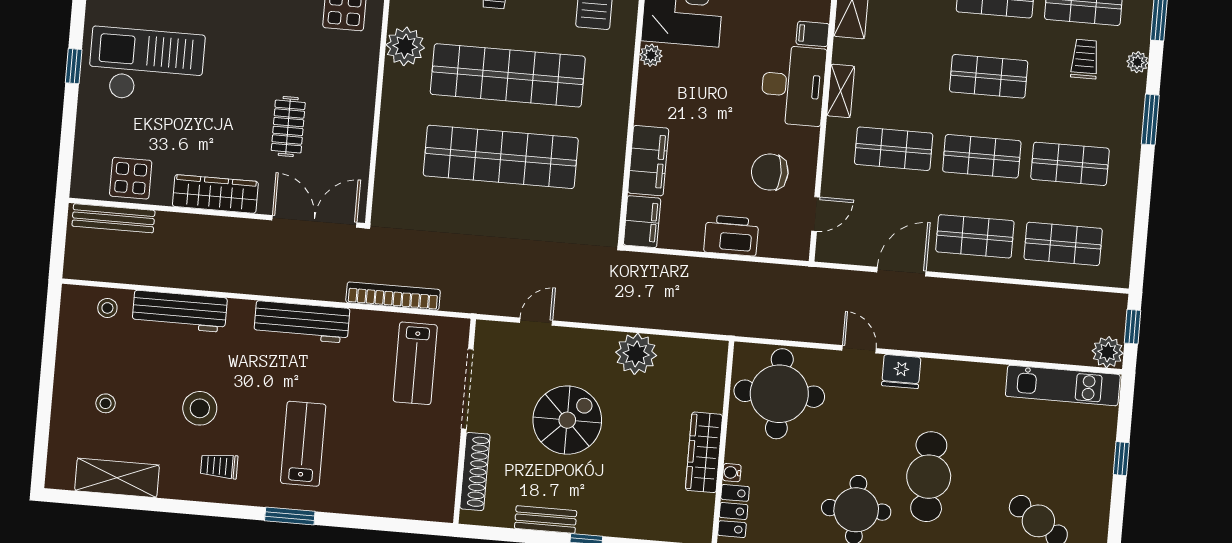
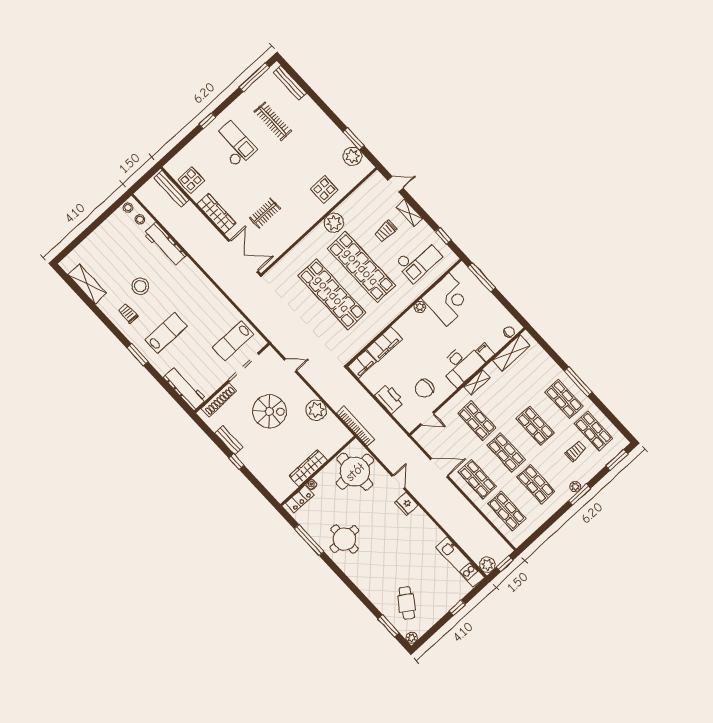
plant: (1137, 62) -> (575, 487), moved
checkout: (146, 65) -> (234, 144), width x0.73, depth x0.83
chair: (770, 172) -> (424, 388), turned -90
bookcase: (393, 296) -> (356, 426), moved
workbench: (302, 322) -> (185, 388), moved, turned 180
stool: (106, 403) -> (128, 208), moved
cafe table: (929, 477) -> (382, 551), removed

